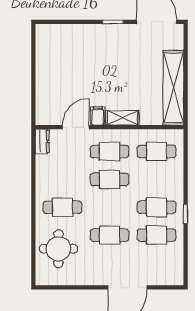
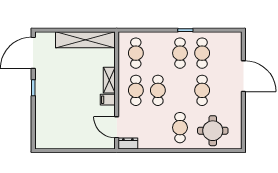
door: (76, 127) -> (117, 127), moved

